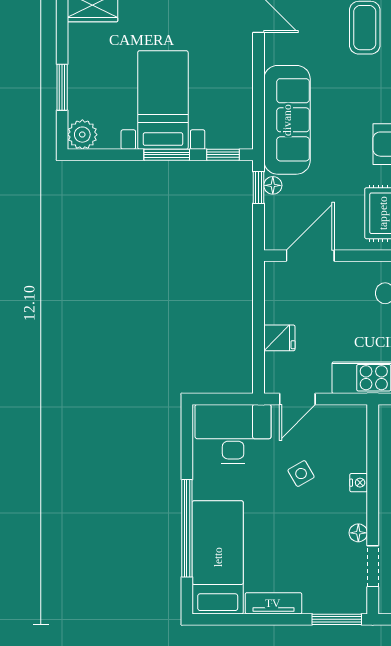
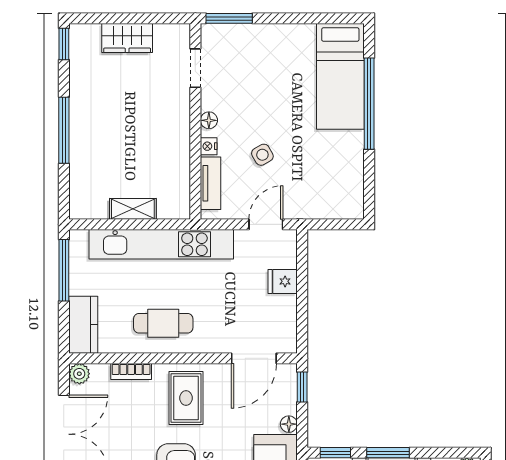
window: (259, 188) -> (302, 387), moved
desk: (233, 434) -> (326, 192), removed
floor lamp: (358, 533) -> (209, 120), moved
tv unit: (273, 603) -> (210, 183), moved, turned -90

